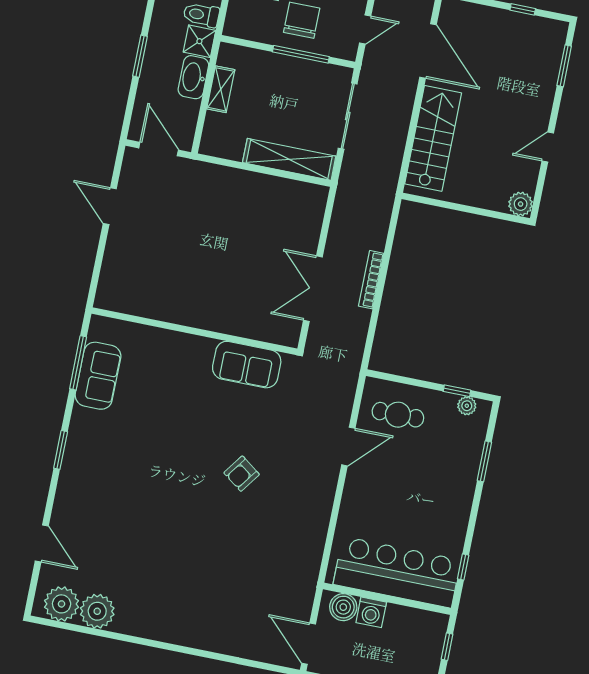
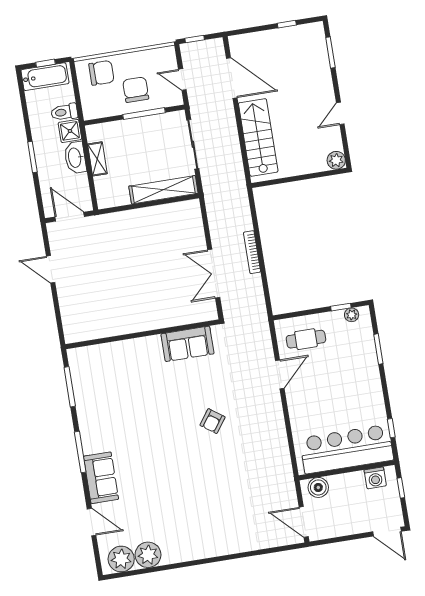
door: (365, 30) -> (182, 79), swing flipped
sofa: (98, 376) -> (101, 478), moved
window: (61, 450) -> (80, 452), width x1.44
washing machine: (371, 612) -> (375, 478), moved

